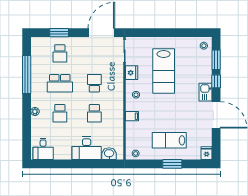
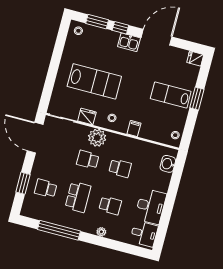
school desk: (60, 53) -> (46, 188), turned 180
plant: (115, 86) -> (97, 138), added
lab bench: (169, 140) -> (171, 95), turned 90
desk: (87, 148) -> (150, 206), moved

